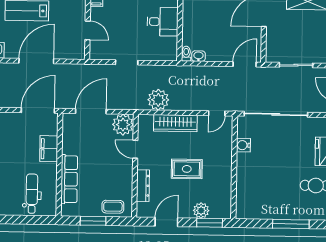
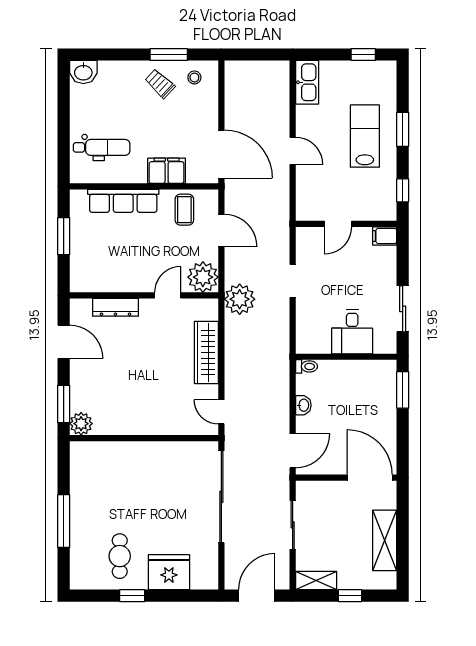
washbasin: (198, 56) -> (303, 405), moved
door: (36, 61) -> (293, 151), width x0.53
door: (245, 64) -> (293, 451), hinge flipped
plant: (158, 100) -> (240, 299), moved
door: (91, 111) -> (221, 231), width x0.73
water cooler: (243, 145) -> (176, 451), removed
rug: (187, 169) -> (141, 370), removed
coffee table: (113, 207) -> (184, 210), moved
plant: (201, 211) -> (81, 424), moved

